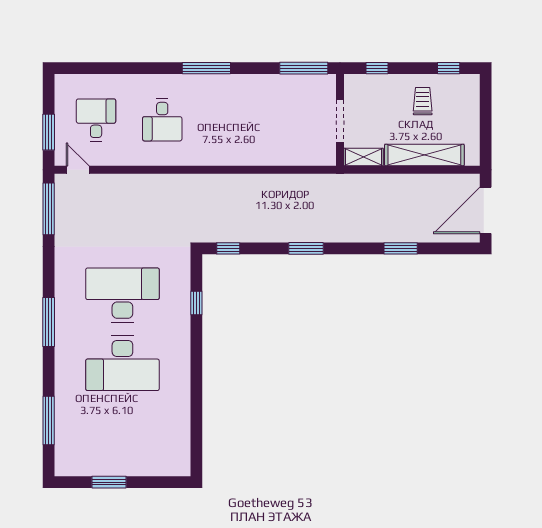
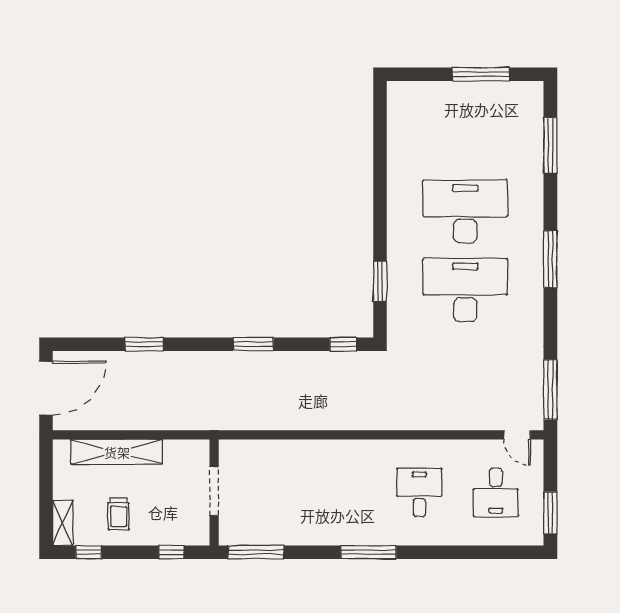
window: (49, 132) -> (550, 513), moved
shelving: (363, 157) -> (63, 523), moved, turned 90
desk: (122, 295) -> (465, 290), turned 180
window: (196, 303) -> (380, 281), width x1.50
window: (109, 482) -> (481, 74), width x1.44

